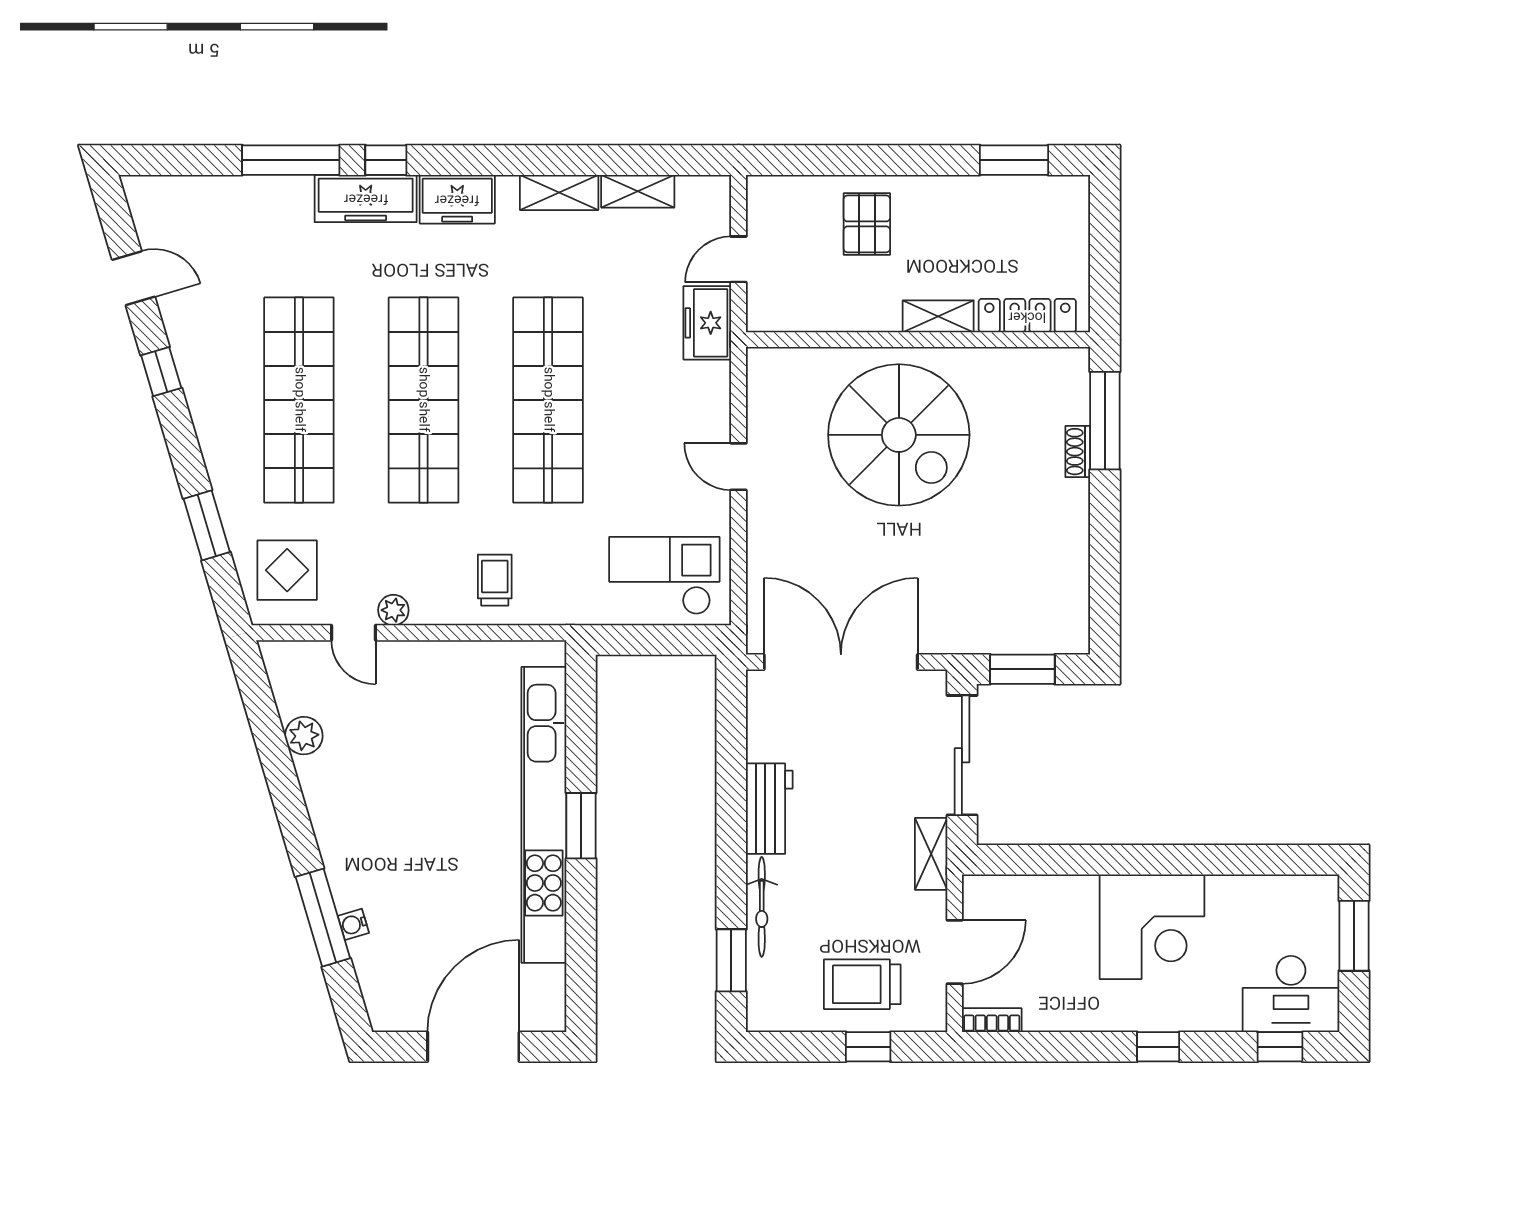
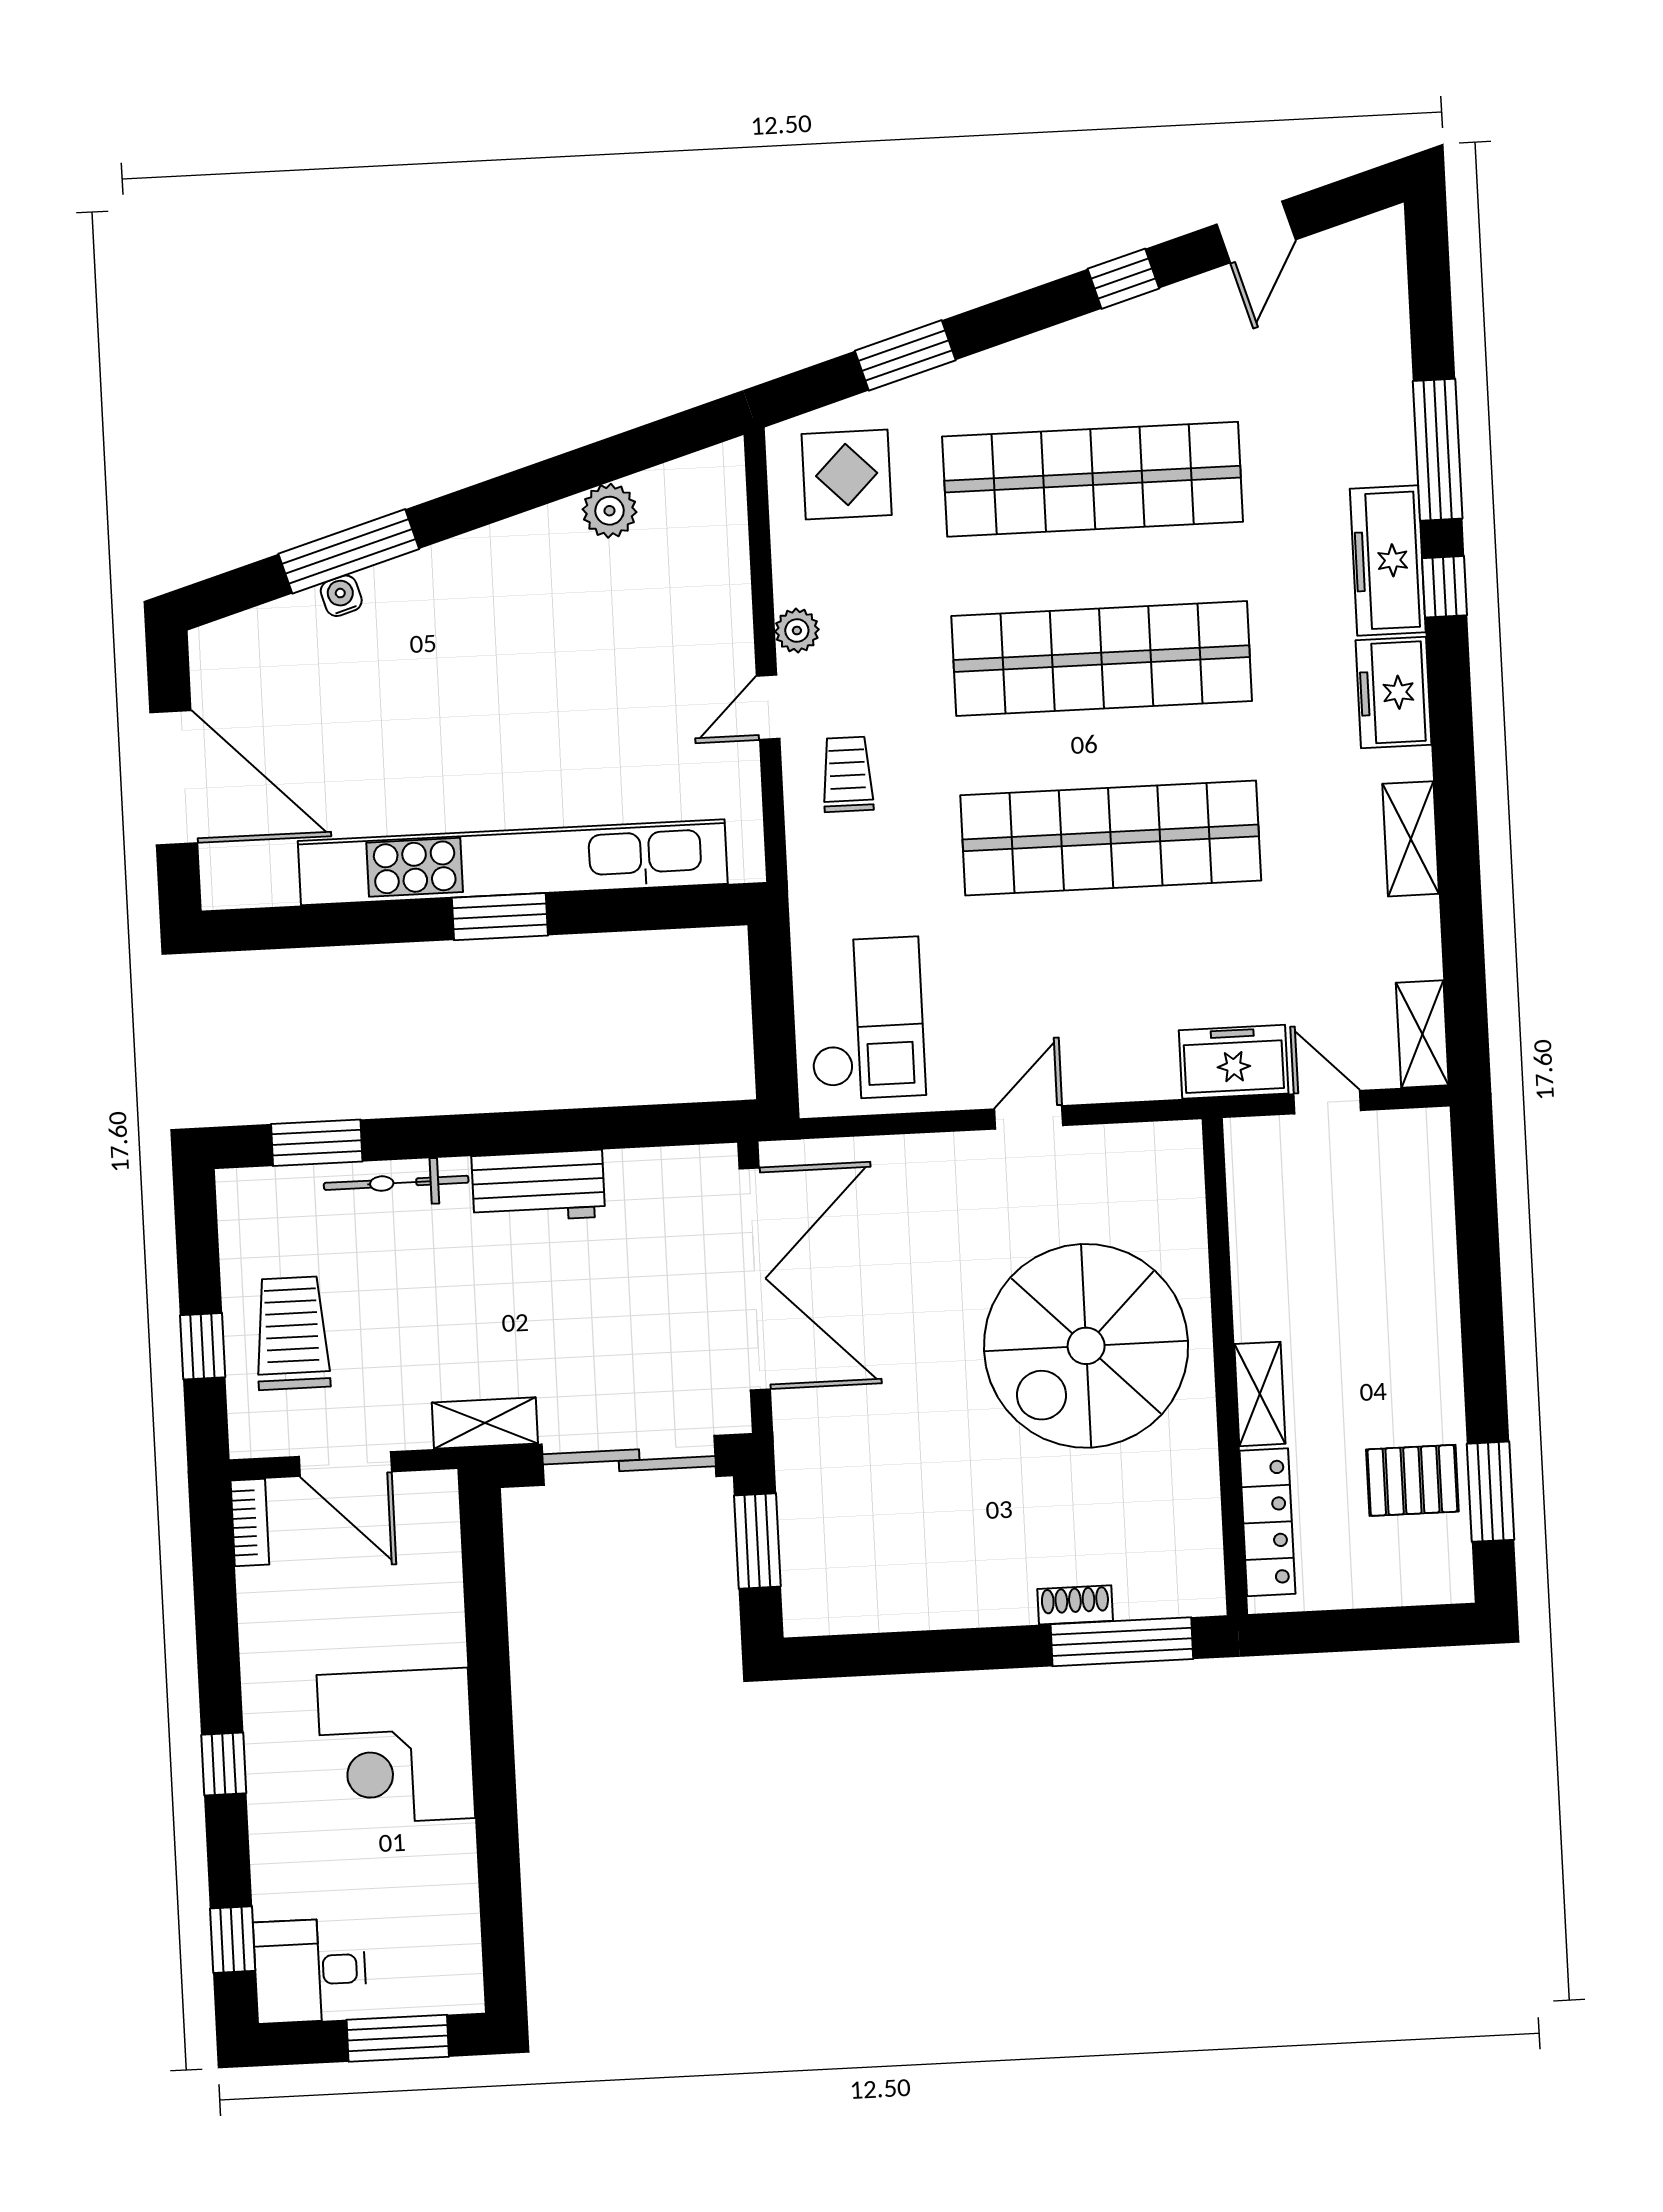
shelving: (638, 191) -> (1422, 1034), moved
pallet: (867, 224) -> (1412, 1480), moved
trolley: (495, 580) -> (847, 774), turned -90
door: (353, 633) -> (768, 707), moved
desk: (1291, 994) -> (310, 1971), width x0.73

